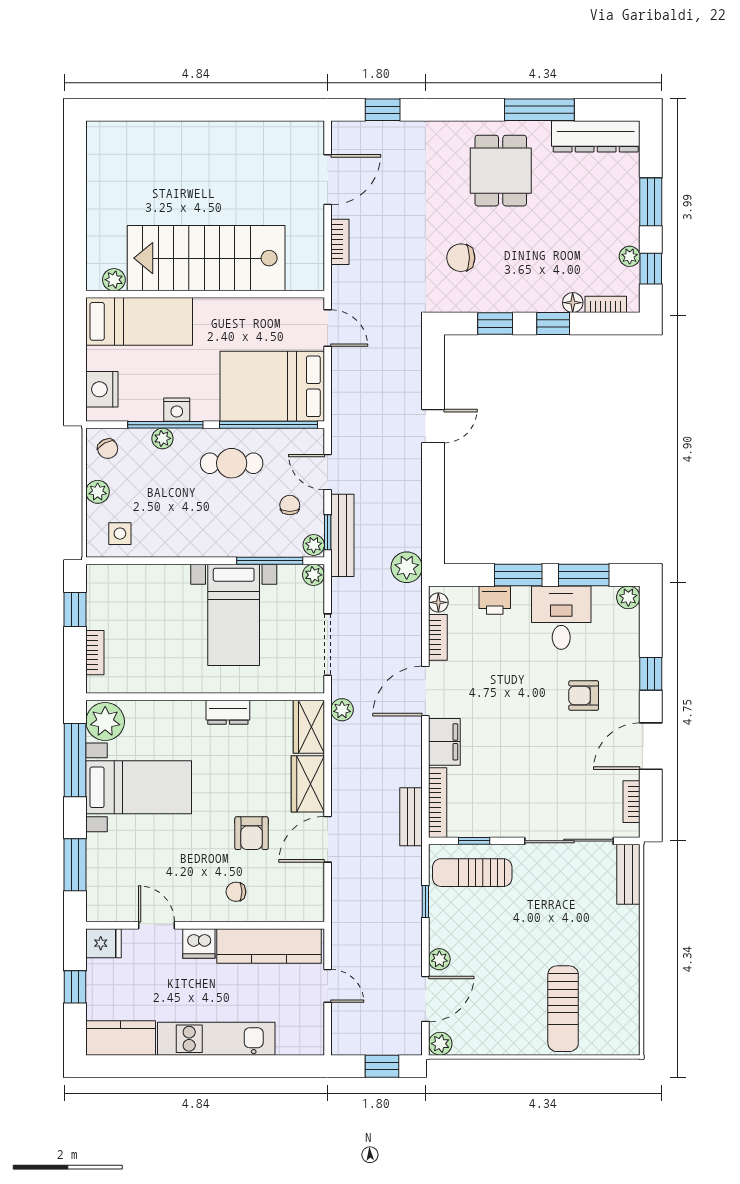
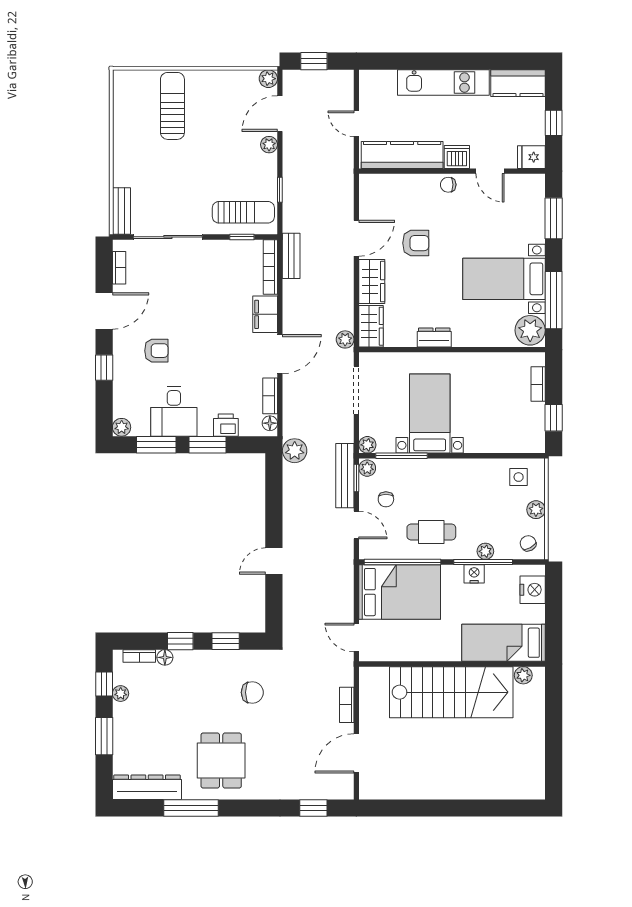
armchair: (252, 833) -> (416, 243), turned 90
chair: (236, 892) -> (448, 185), moved, turned 180

